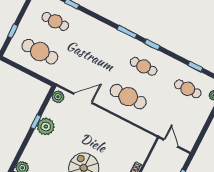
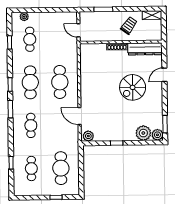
cafe table: (99, 44) -> (31, 125), added
cafe table: (144, 66) -> (30, 82), width x1.37, depth x1.35
plant: (46, 127) -> (143, 133), moved
door: (171, 143) -> (78, 30), hinge flipped

